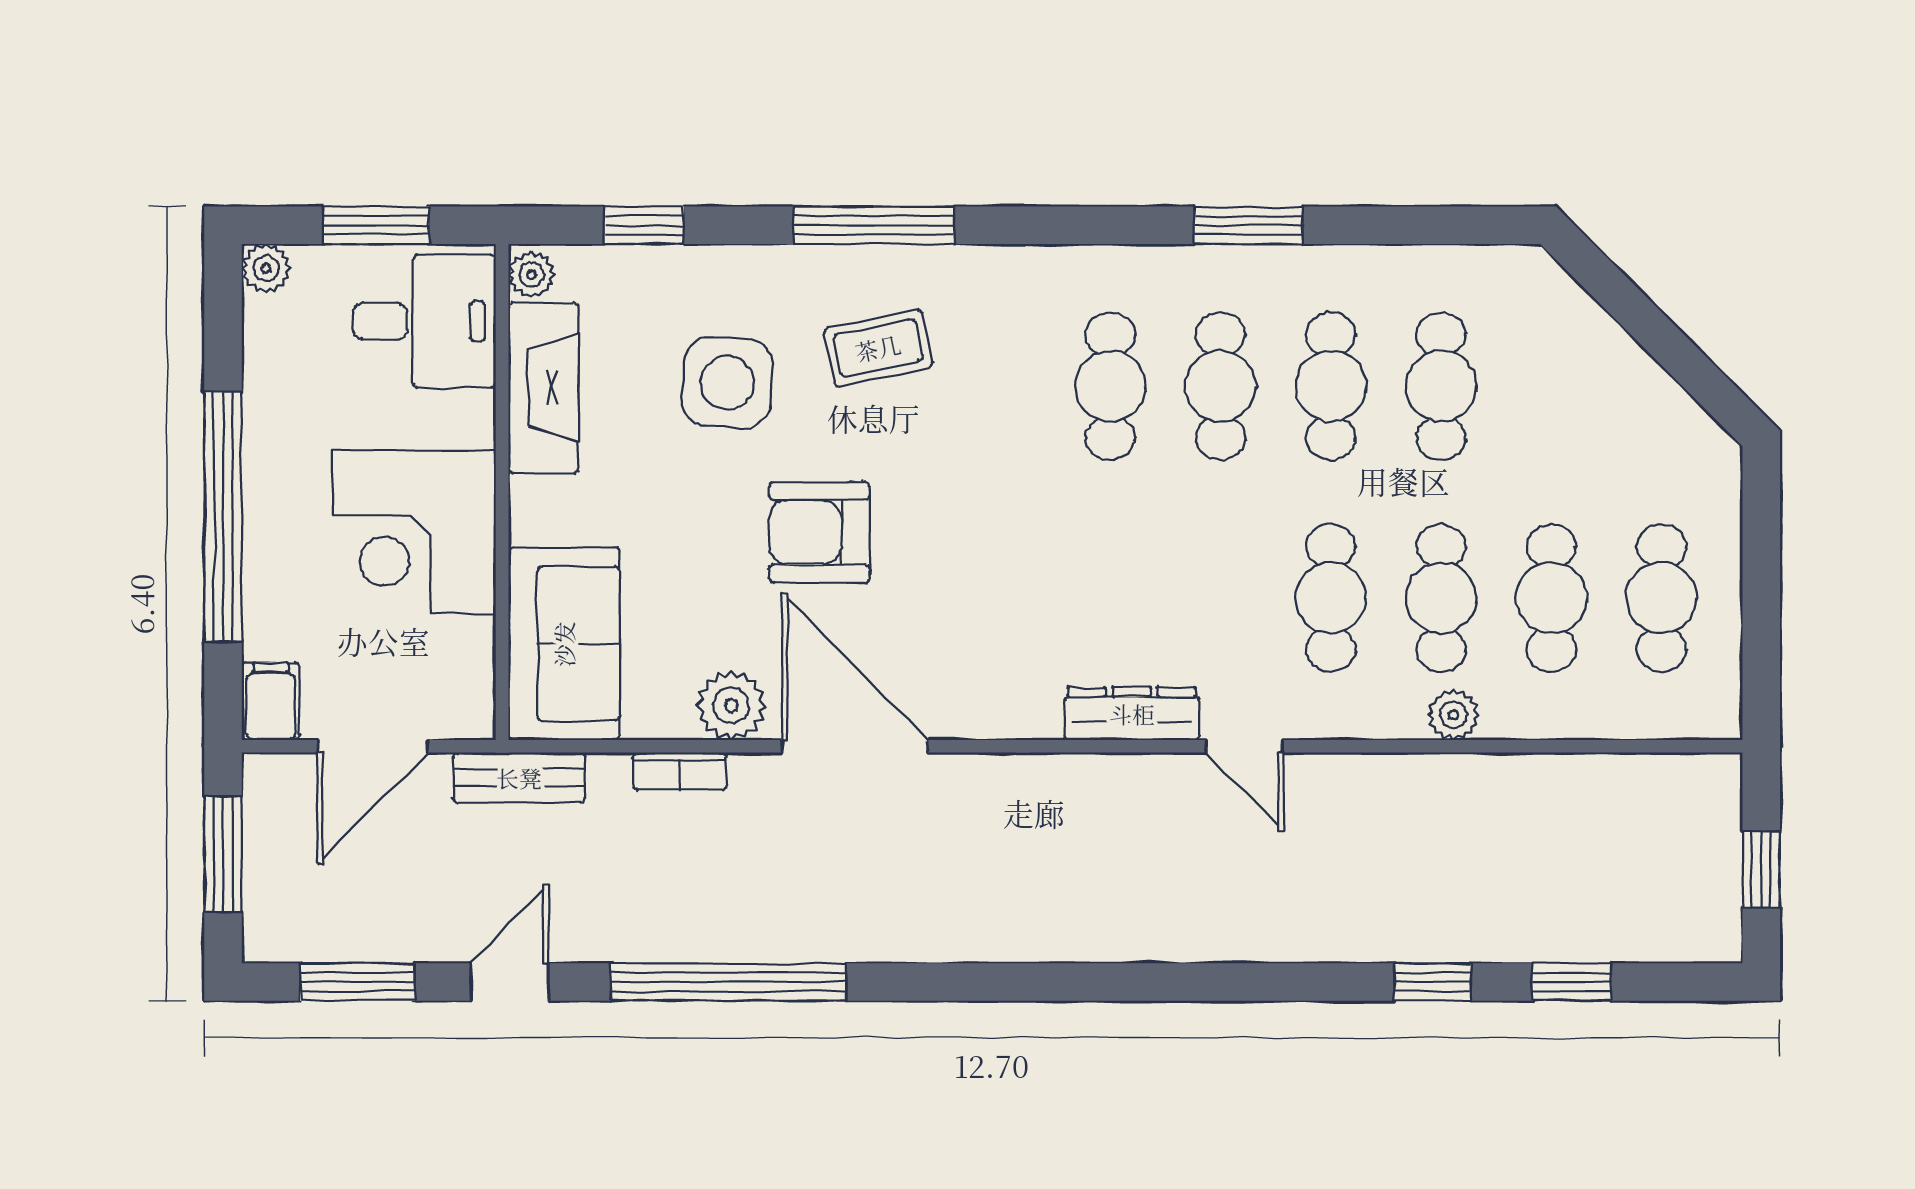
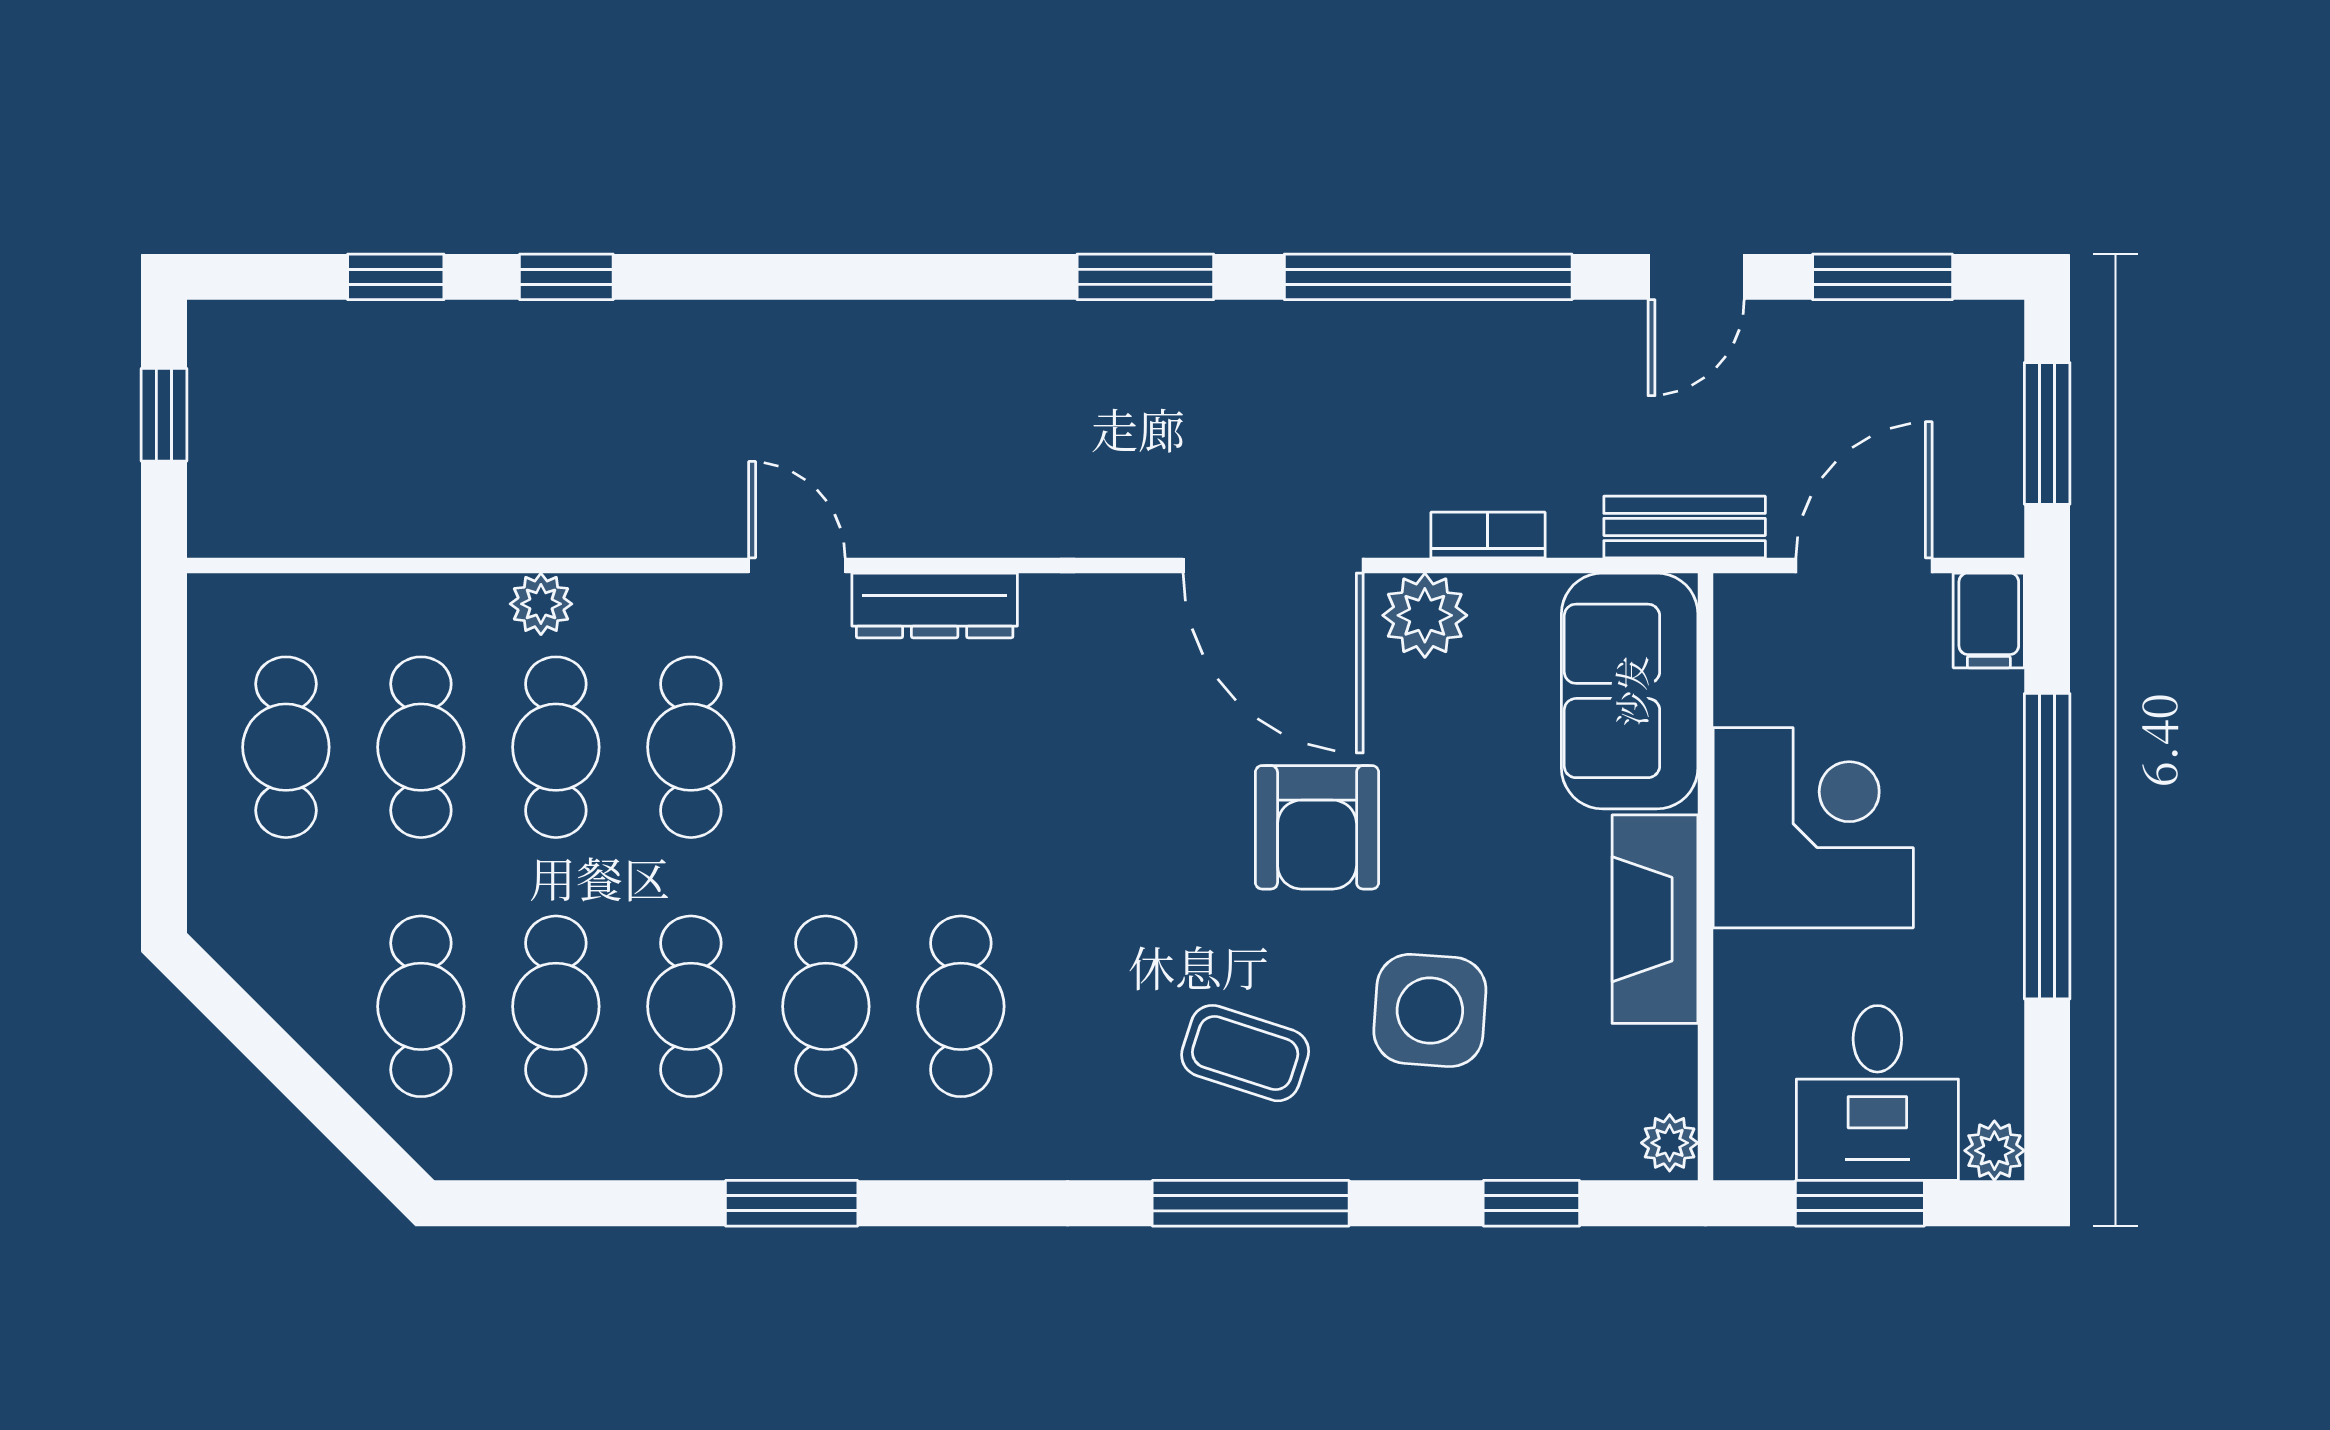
desk: (424, 321) -> (1877, 1093), moved, turned -90
coffee table: (878, 348) -> (1245, 1053), turned 30
cafe table: (1551, 386) -> (421, 1006), added
fireplace: (543, 388) -> (1655, 919), moved
armchair: (819, 532) -> (1317, 827), turned 90
window: (960, 982) -> (1145, 277), added

